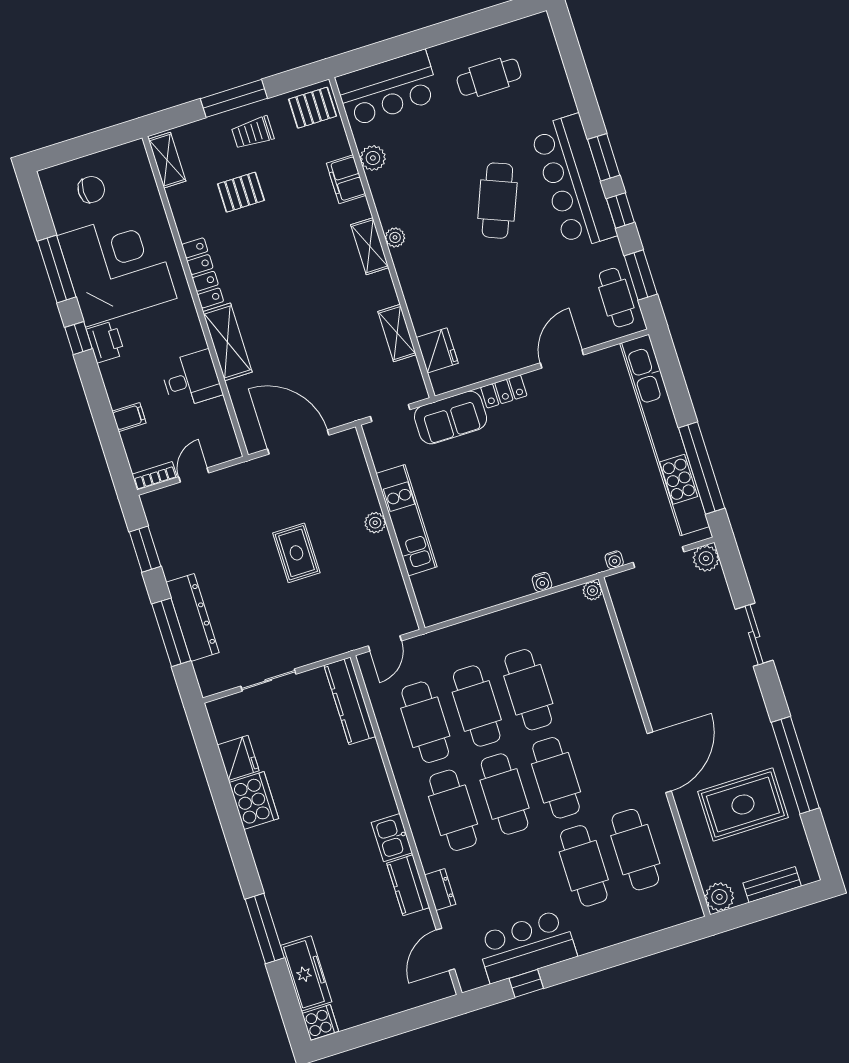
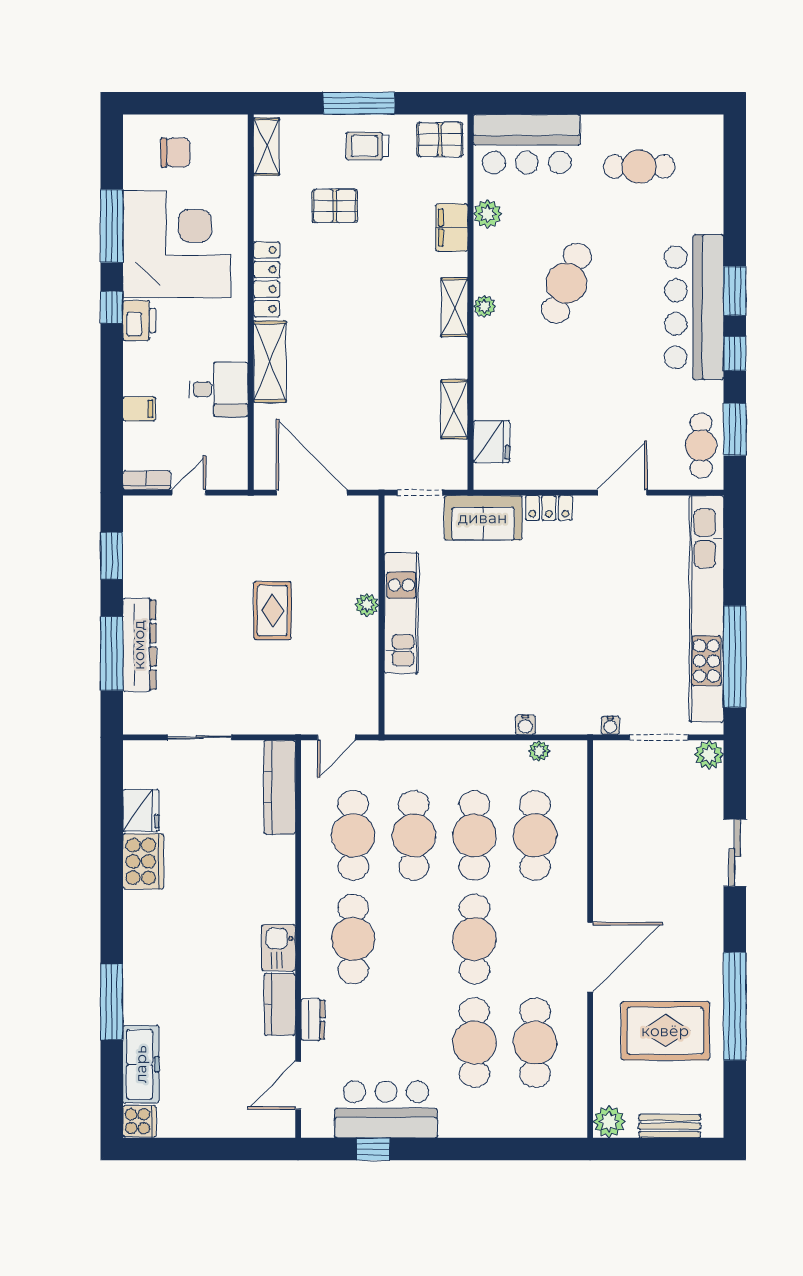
cafe table: (497, 201) -> (566, 283), moved
plant: (592, 591) -> (539, 751), moved
cafe table: (505, 794) -> (535, 835), moved

